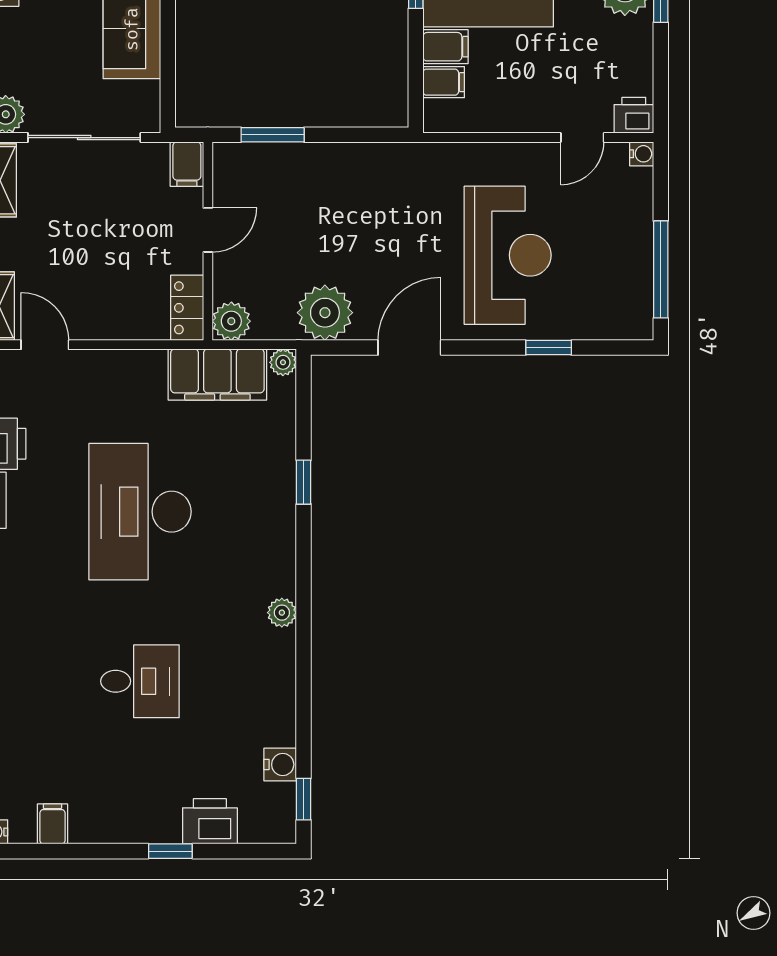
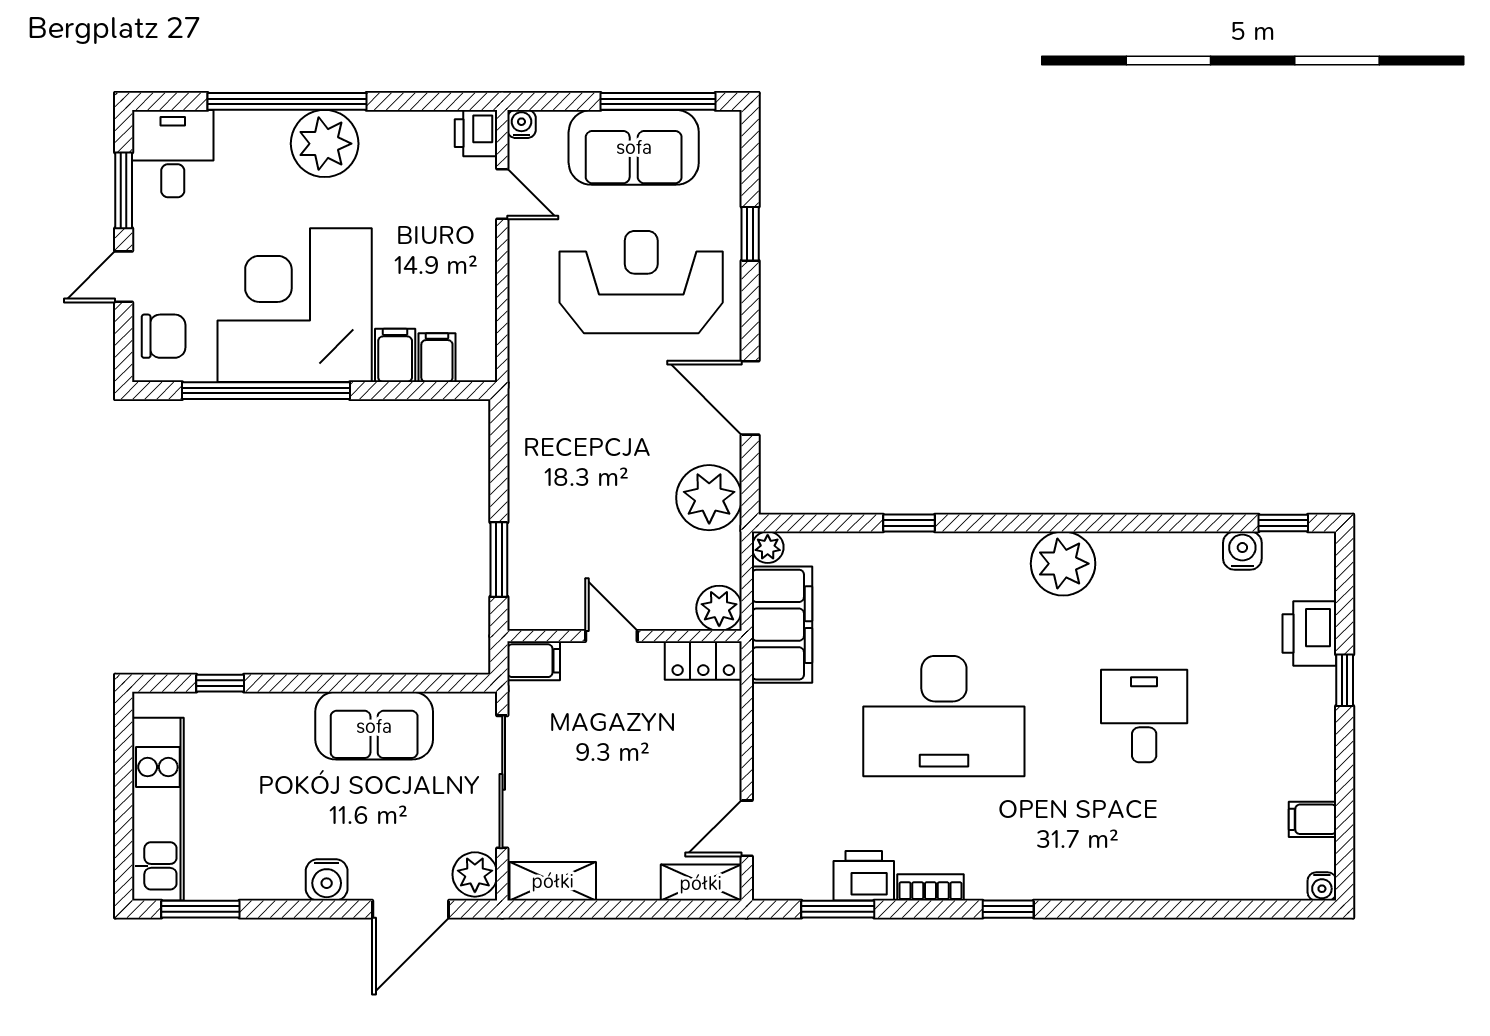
sofa: (622, 249) -> (634, 147), added
plant: (282, 613) -> (1063, 564), width x1.87, depth x1.87

